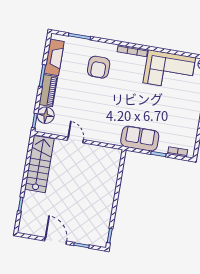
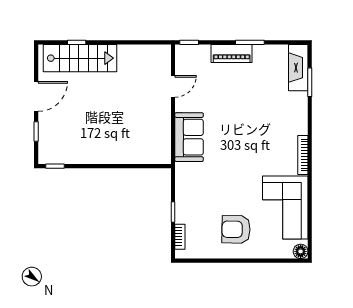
fireplace: (54, 57) -> (298, 68), moved, turned 90
armchair: (99, 67) -> (236, 229), moved
floor lamp: (46, 115) -> (199, 55), removed
sofa: (140, 139) -> (189, 137), moved
door: (75, 140) -> (173, 86), moved
stairs: (39, 164) -> (80, 58), moved

